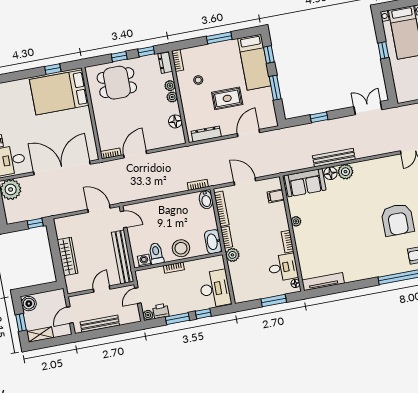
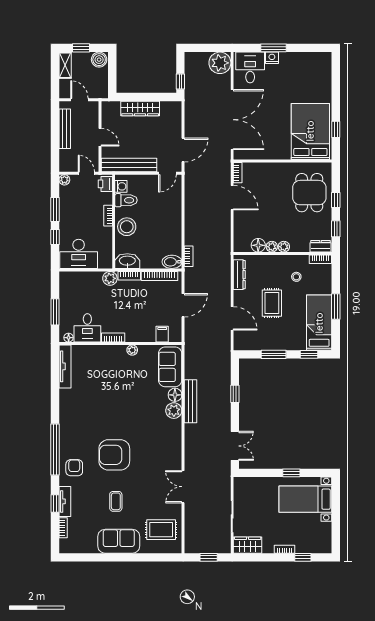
bed: (254, 62) -> (319, 323), moved, turned 90
plant: (170, 86) -> (272, 247), moved
printer: (161, 311) -> (105, 184), moved, turned 180

